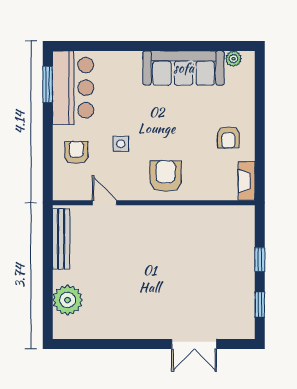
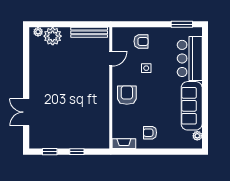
bar counter: (73, 88) -> (190, 58), moved, turned 90
armchair: (166, 176) -> (127, 95), turned -90
plant: (60, 324) -> (38, 32), added

